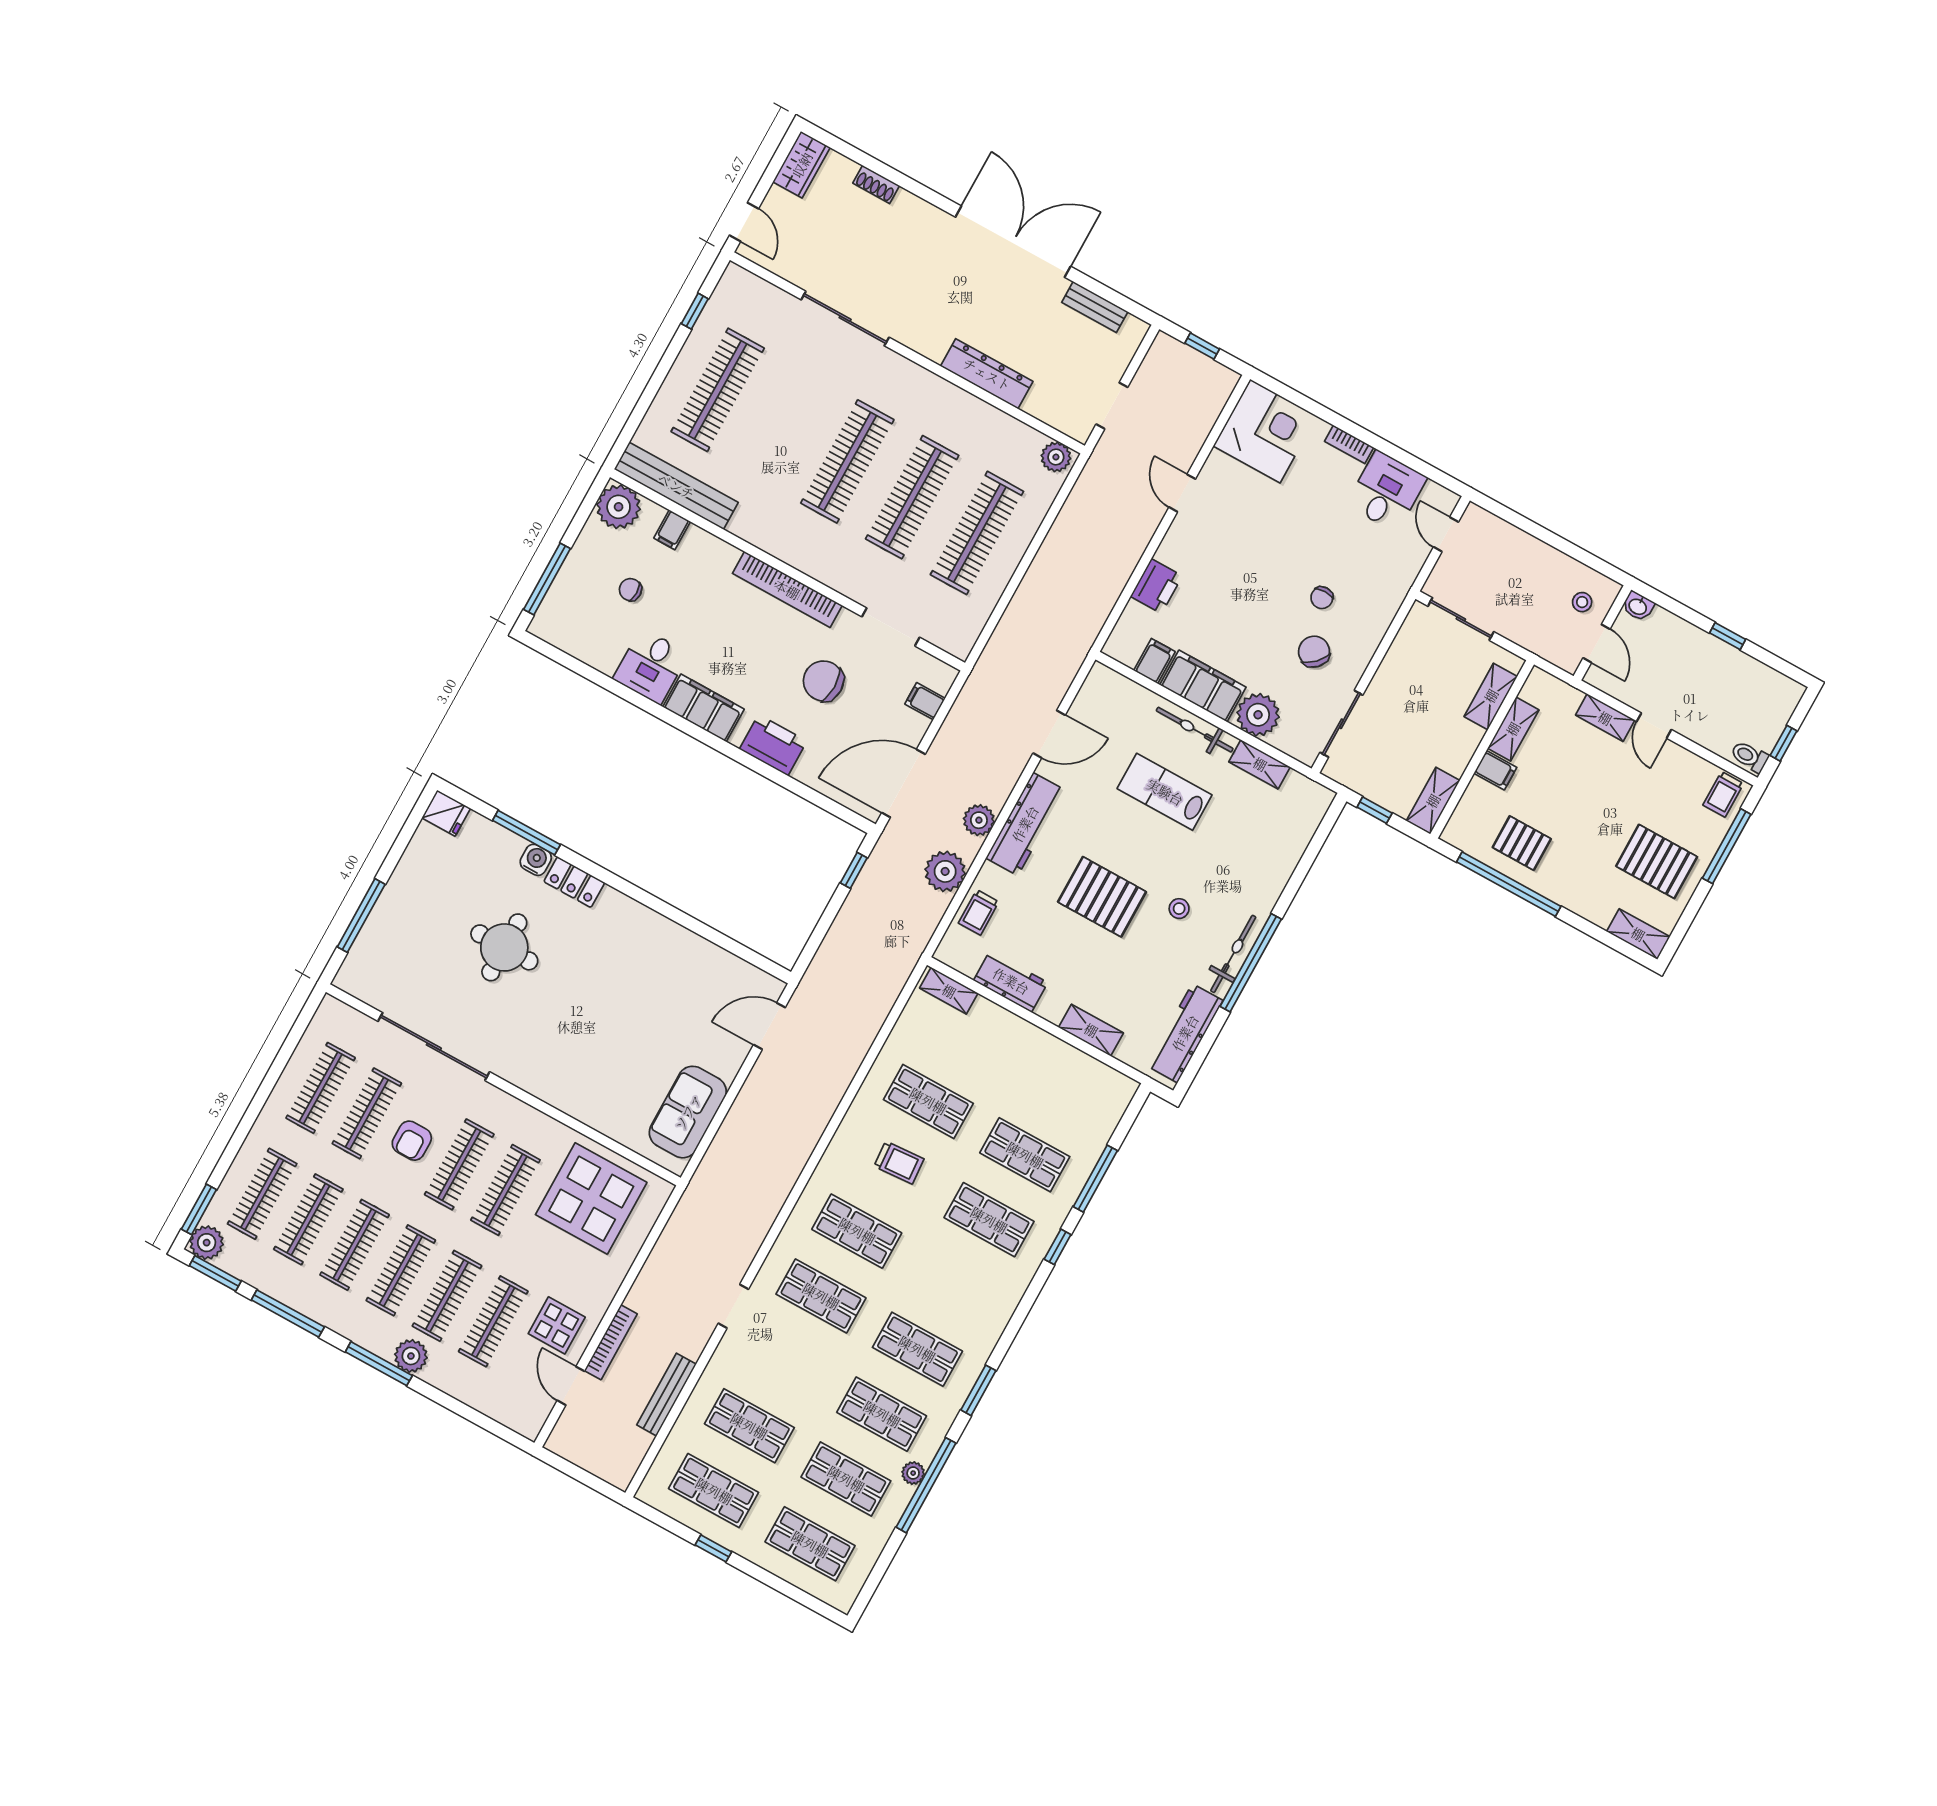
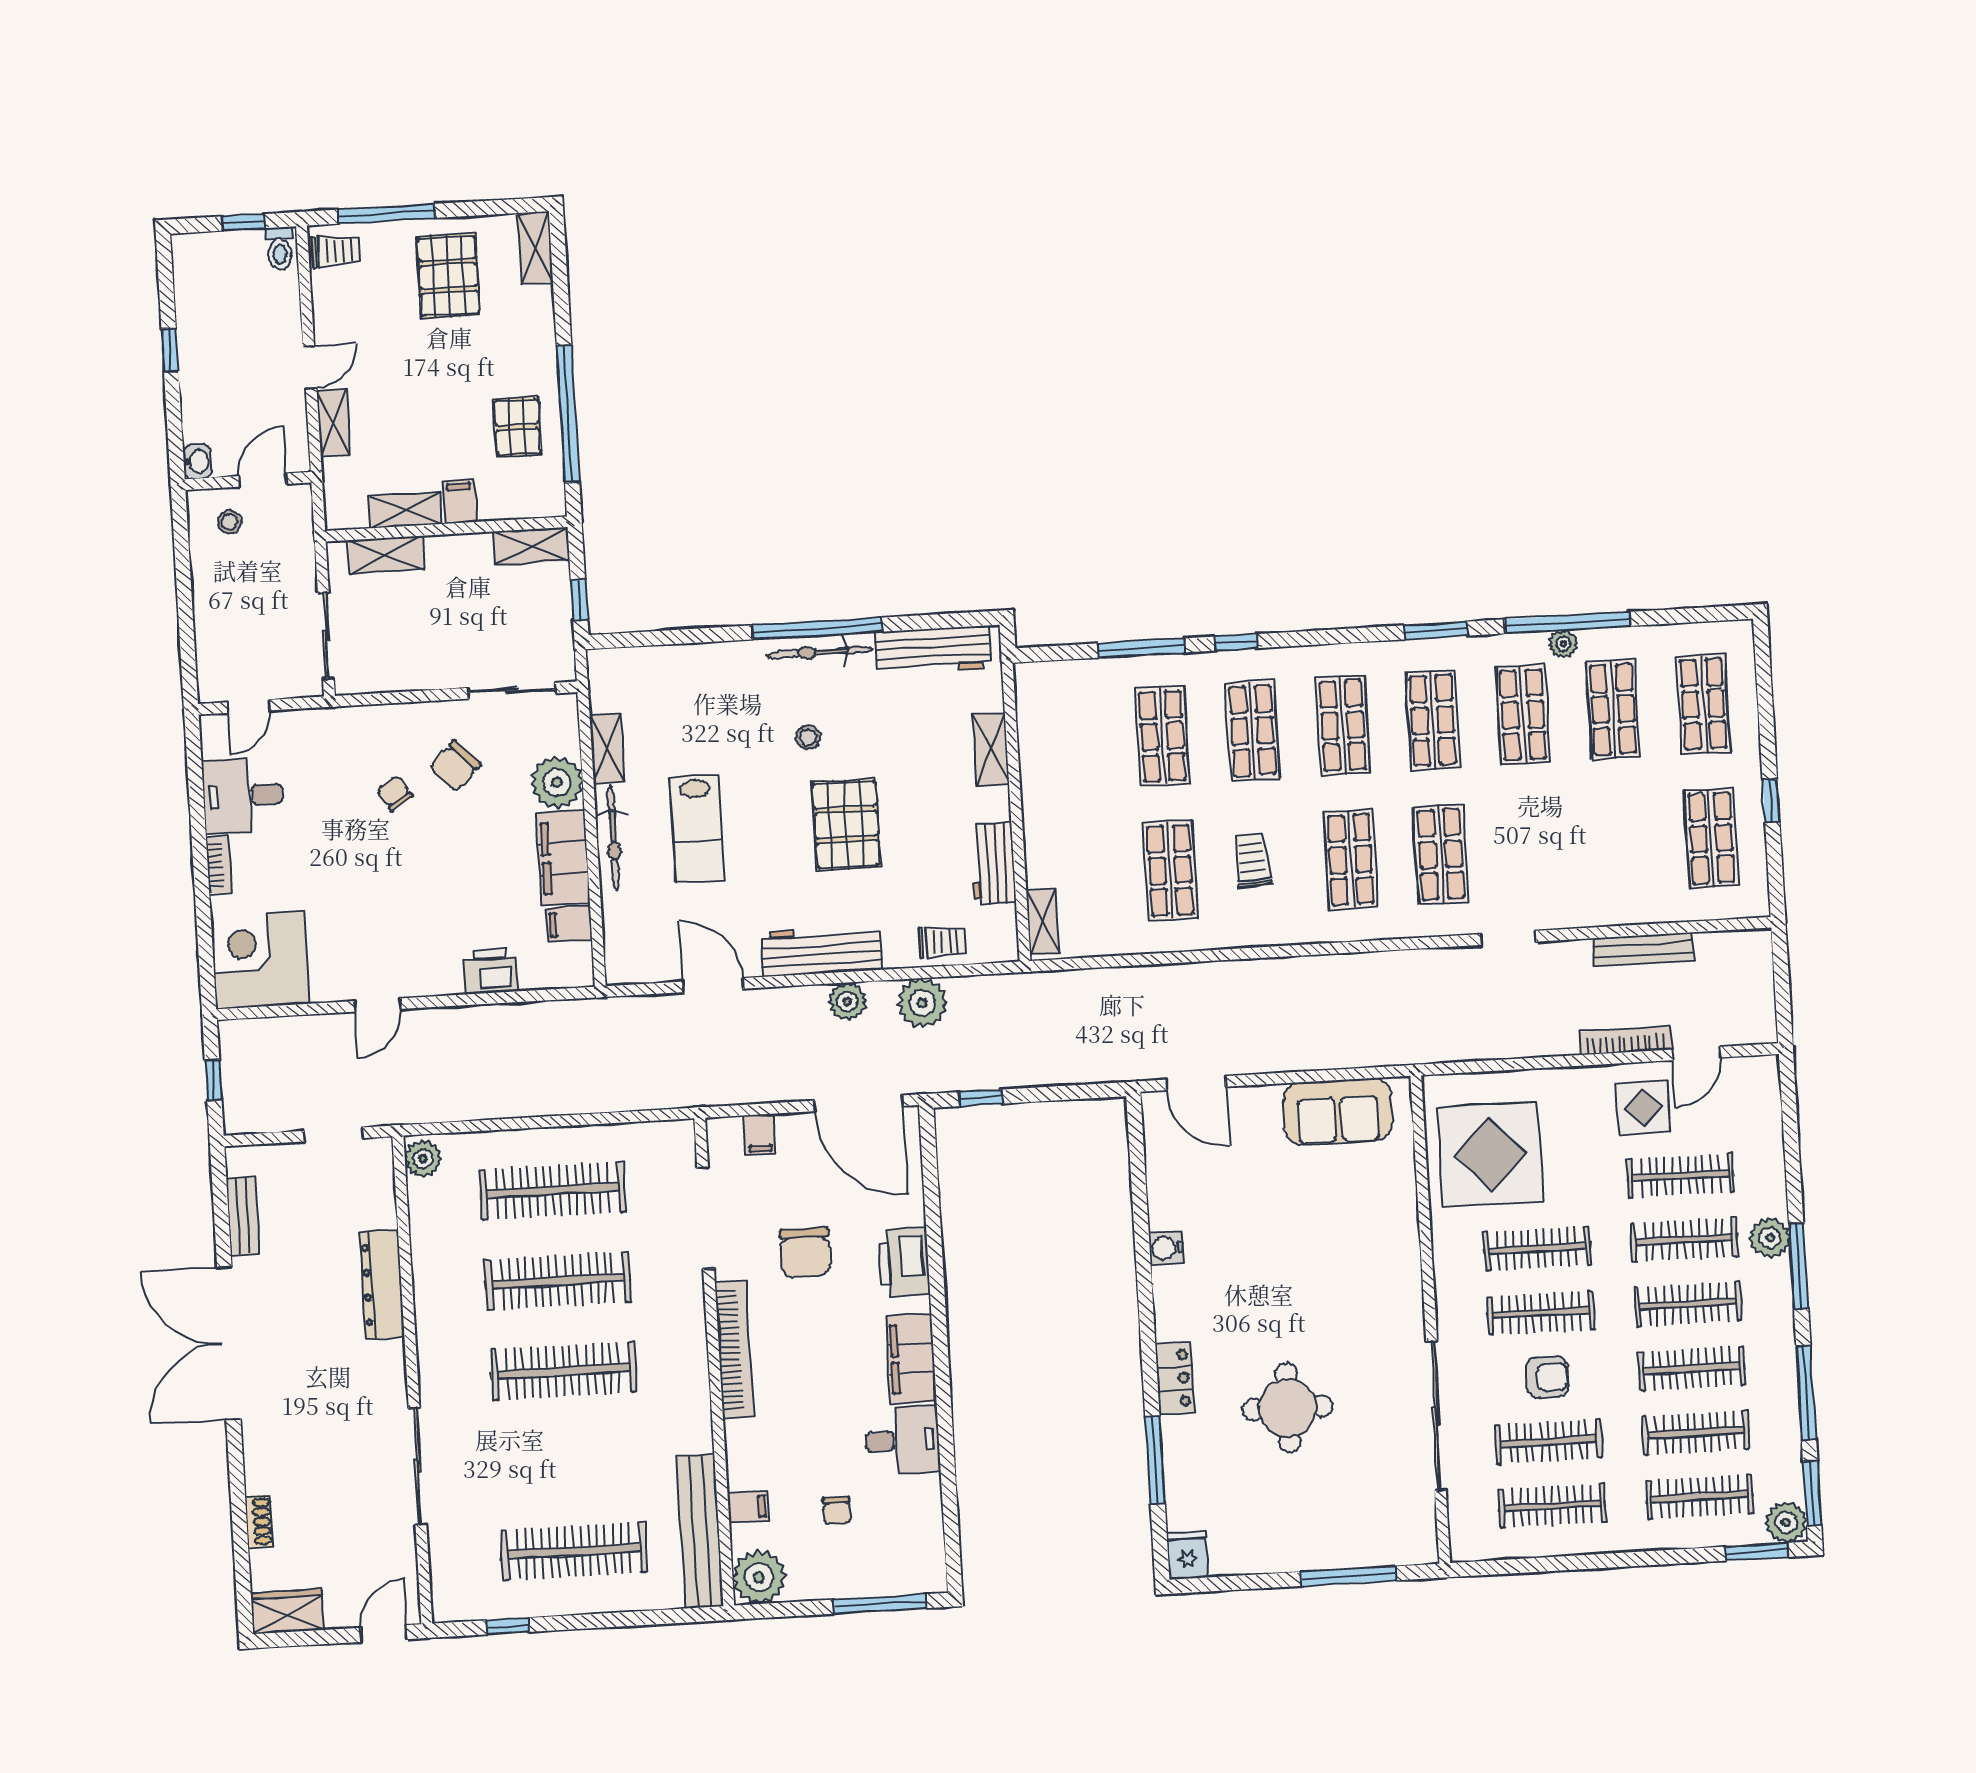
chair: (1322, 598) -> (395, 793), turned -122
doorway: (891, 627) -> (706, 1218), width x1.36
water cooler: (536, 860) -> (1166, 1248), moved
shop shelf: (749, 1426) -> (1343, 725), moved

